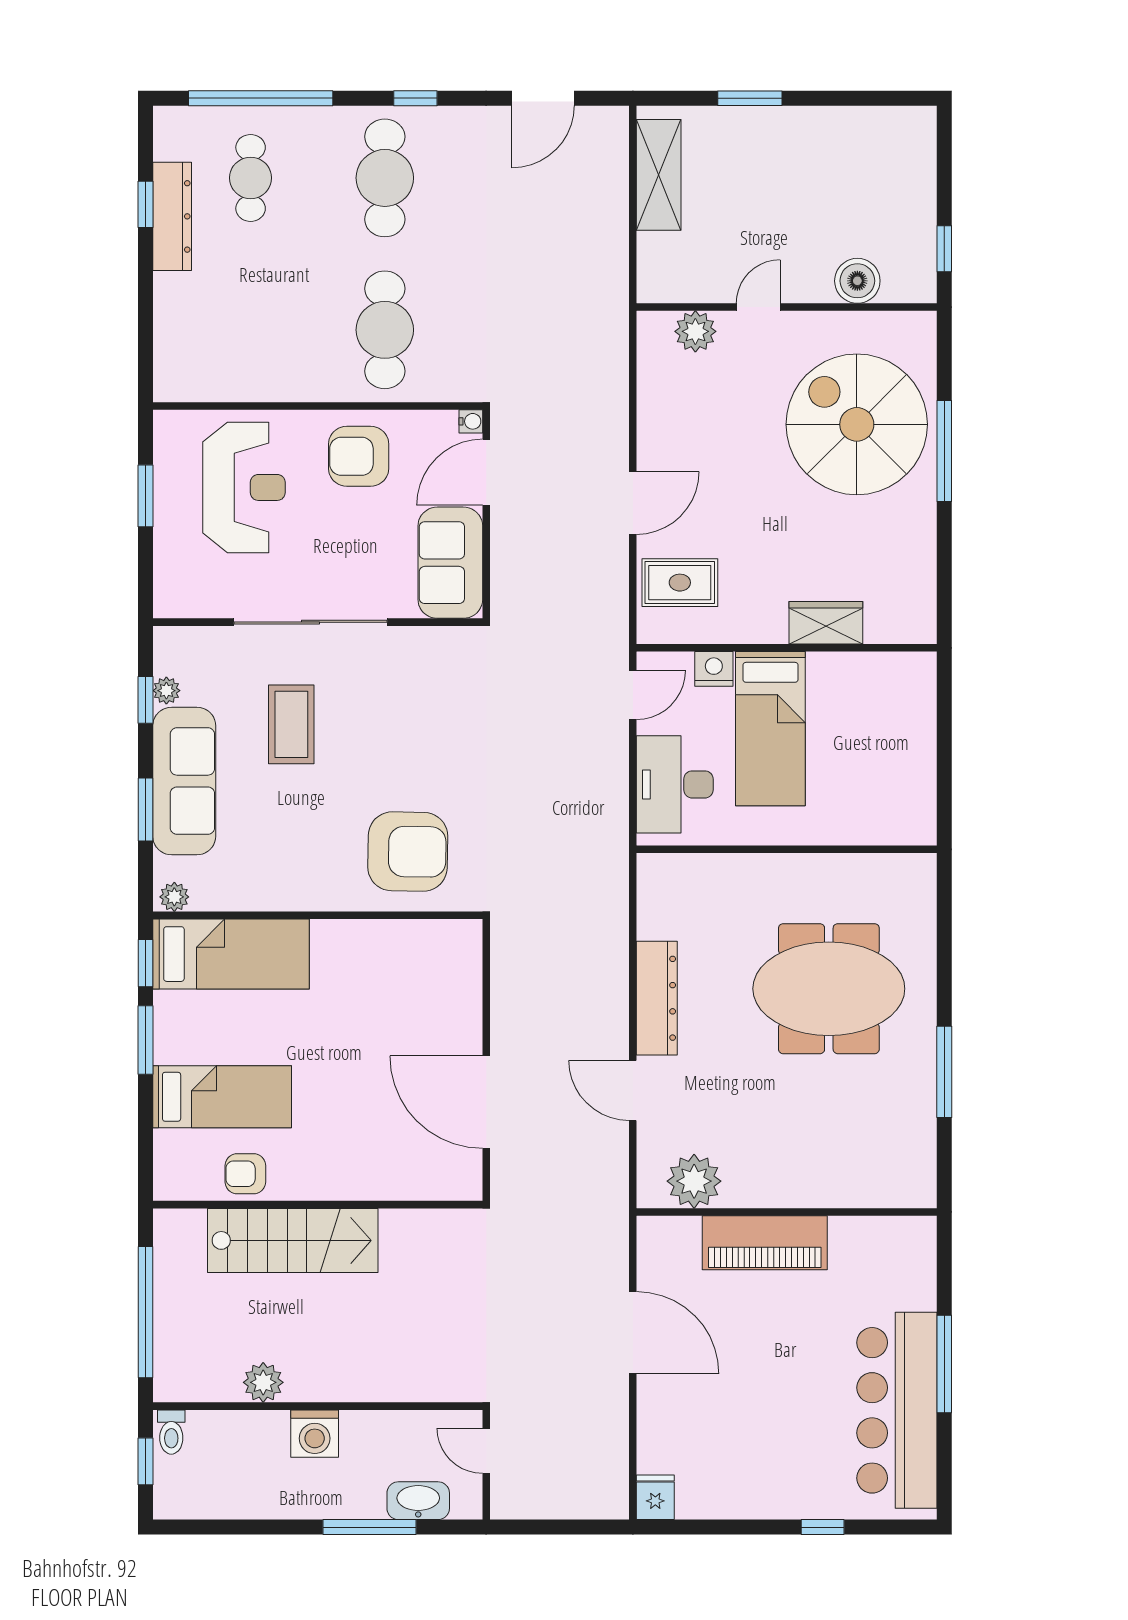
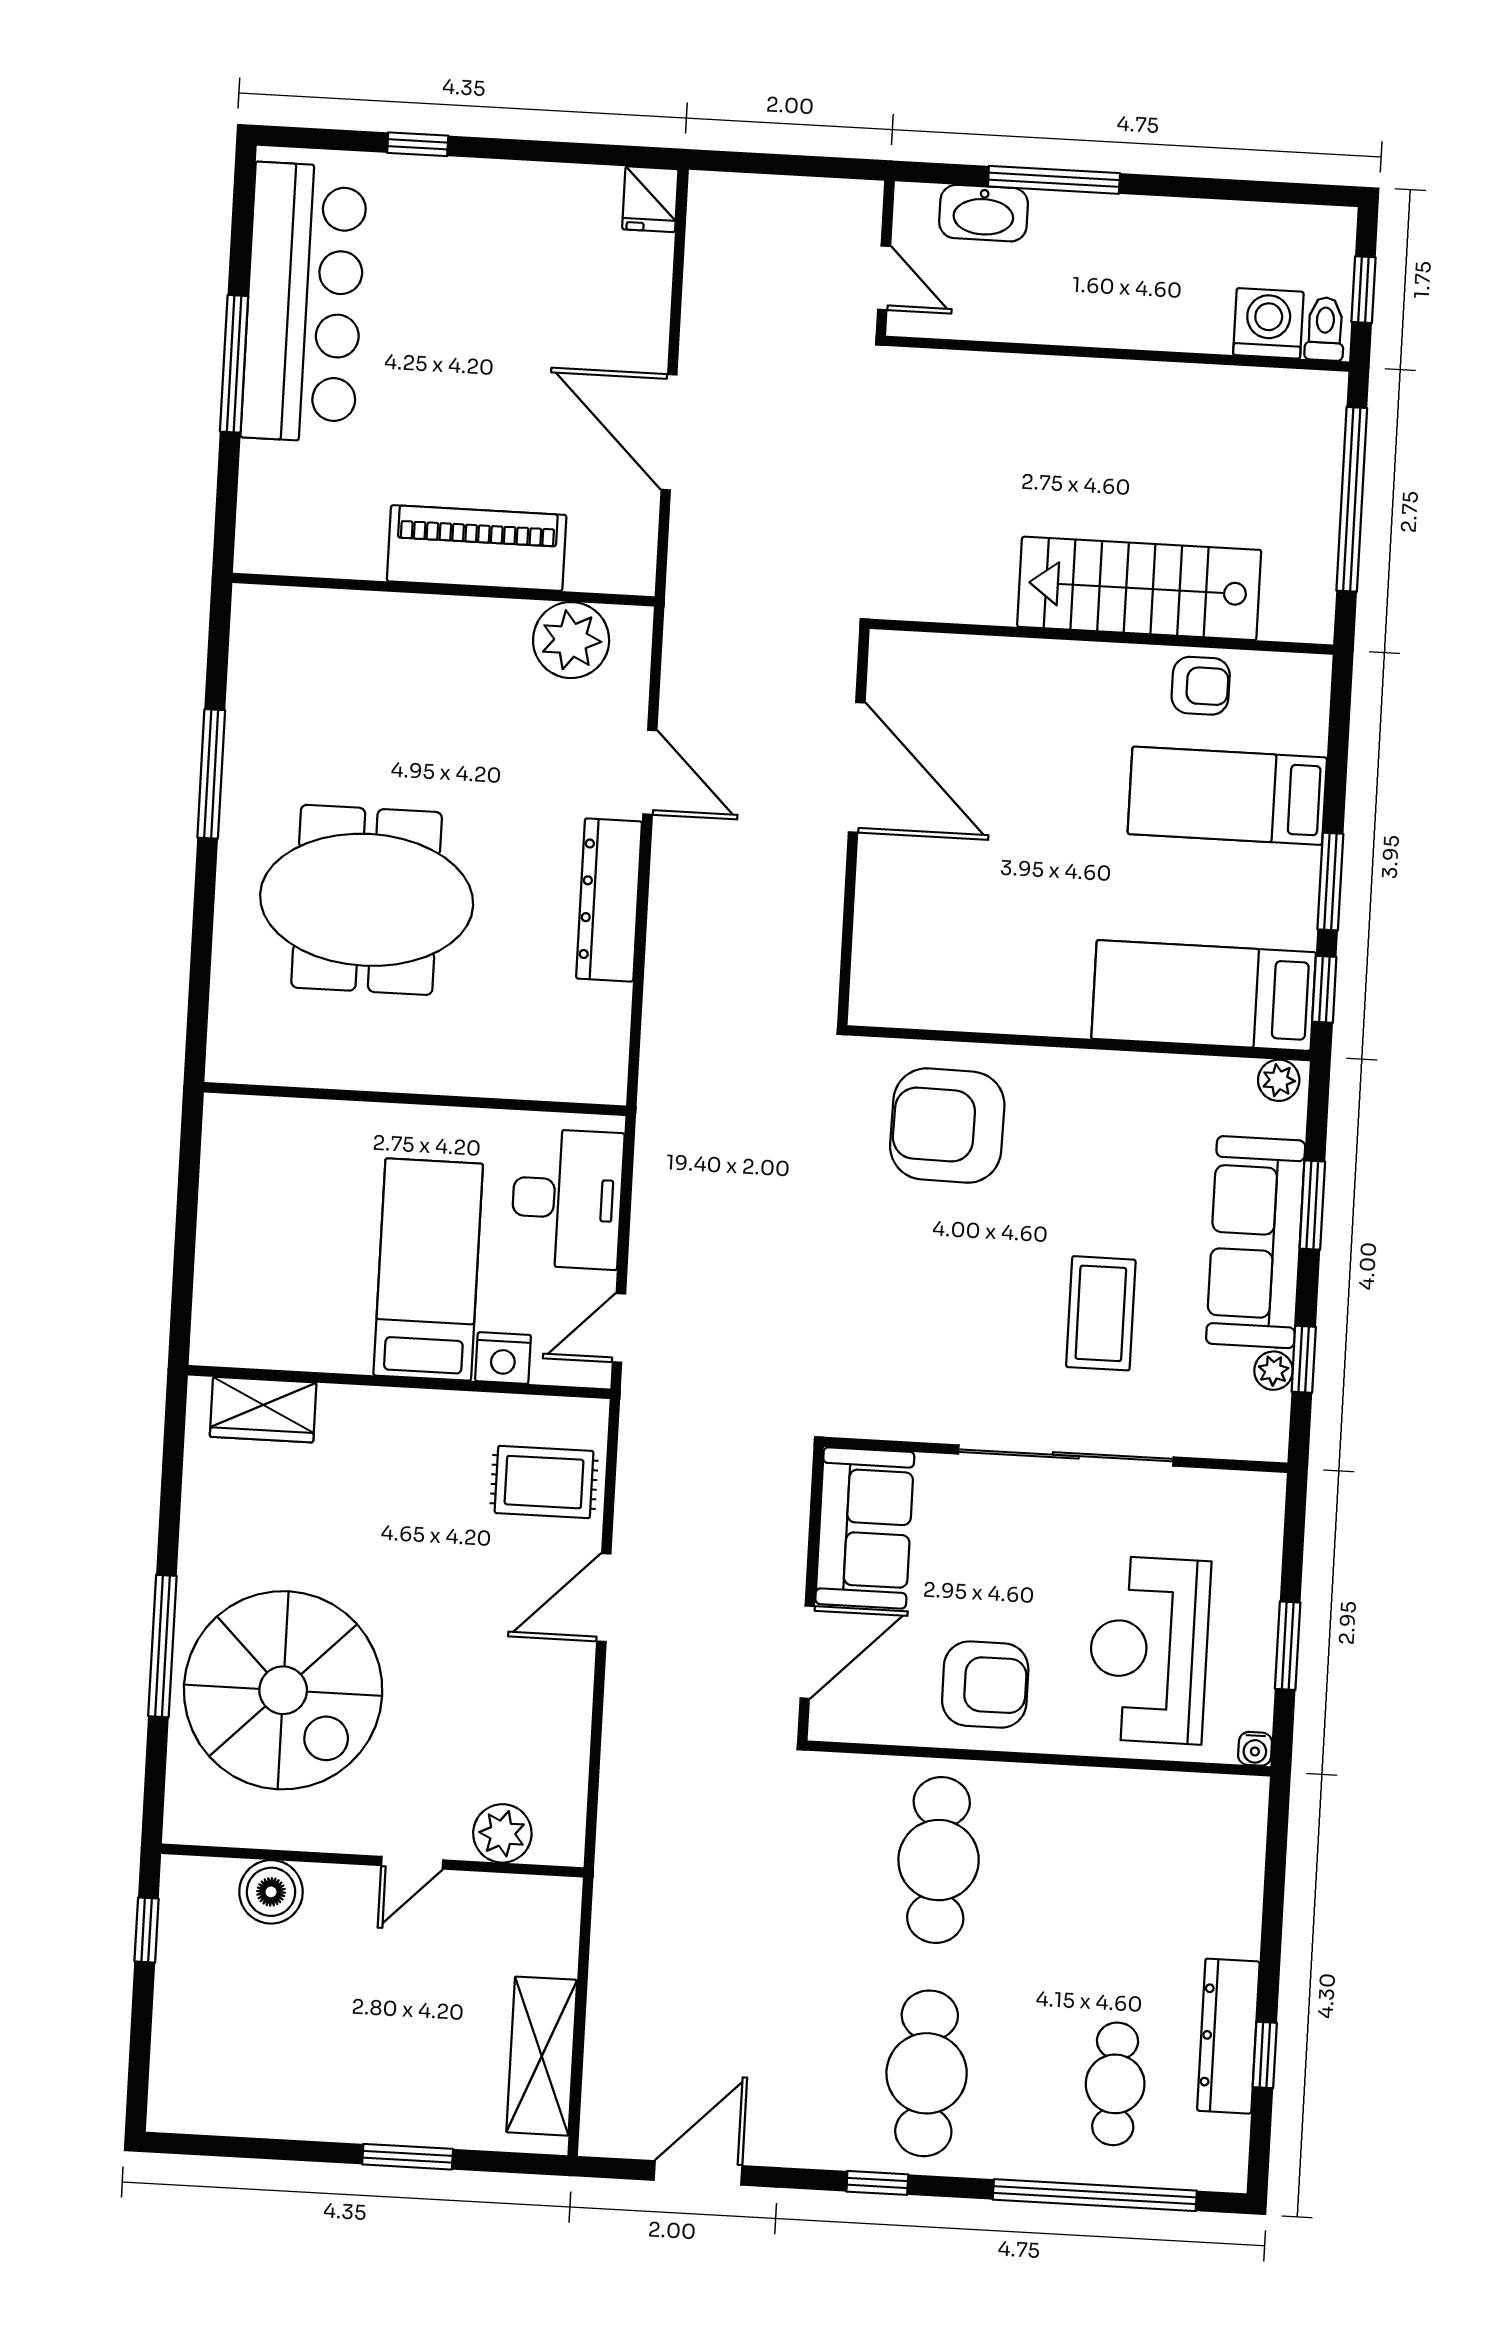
water cooler: (471, 421) -> (1255, 1749), moved, turned -90
wardrobe: (826, 623) -> (263, 1410), moved
plant: (263, 1382) -> (1192, 391), removed
washing machine: (315, 1434) -> (1268, 323), moved

